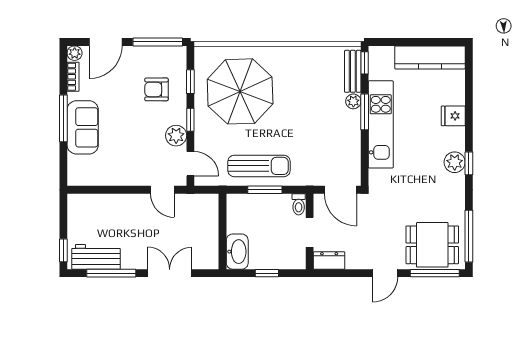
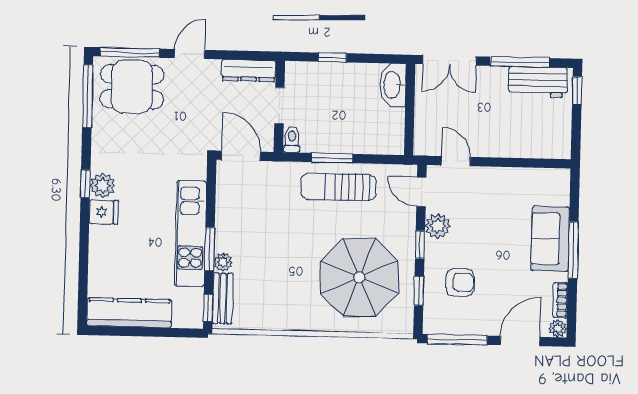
fridge: (453, 116) -> (104, 212), moved
wall: (223, 231) -> (410, 110), moved
washbasin: (237, 252) -> (393, 85), moved
dresser: (329, 261) -> (249, 71), width x1.44

